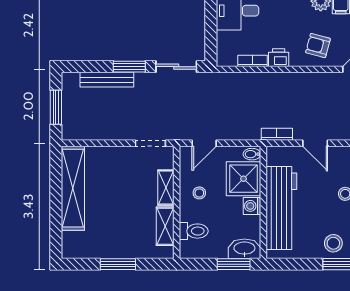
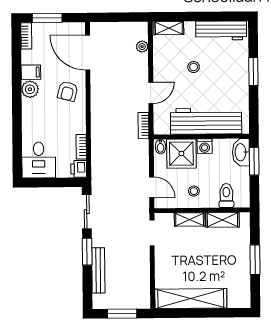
printer: (279, 58) -> (79, 169), moved
stool: (333, 243) -> (236, 77), removed

